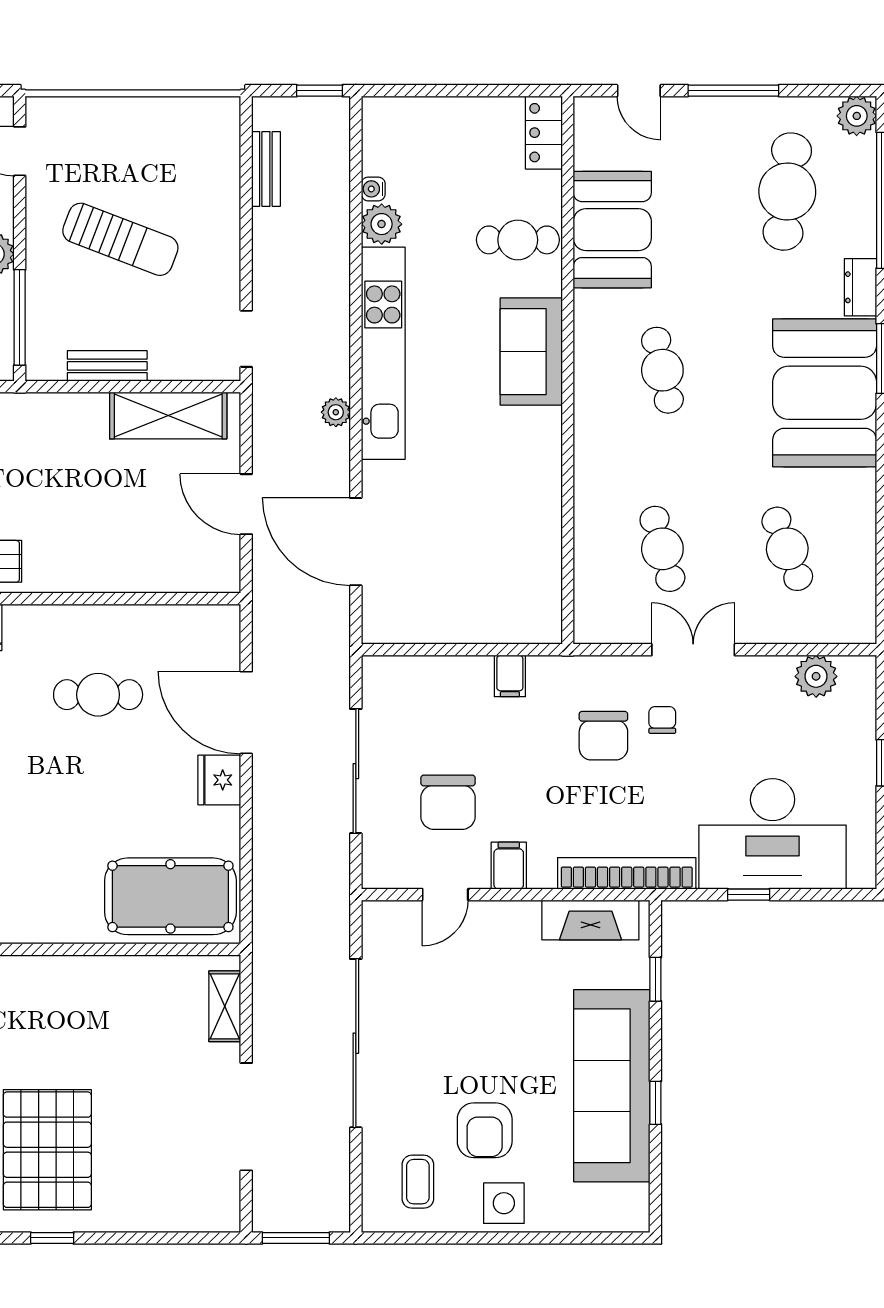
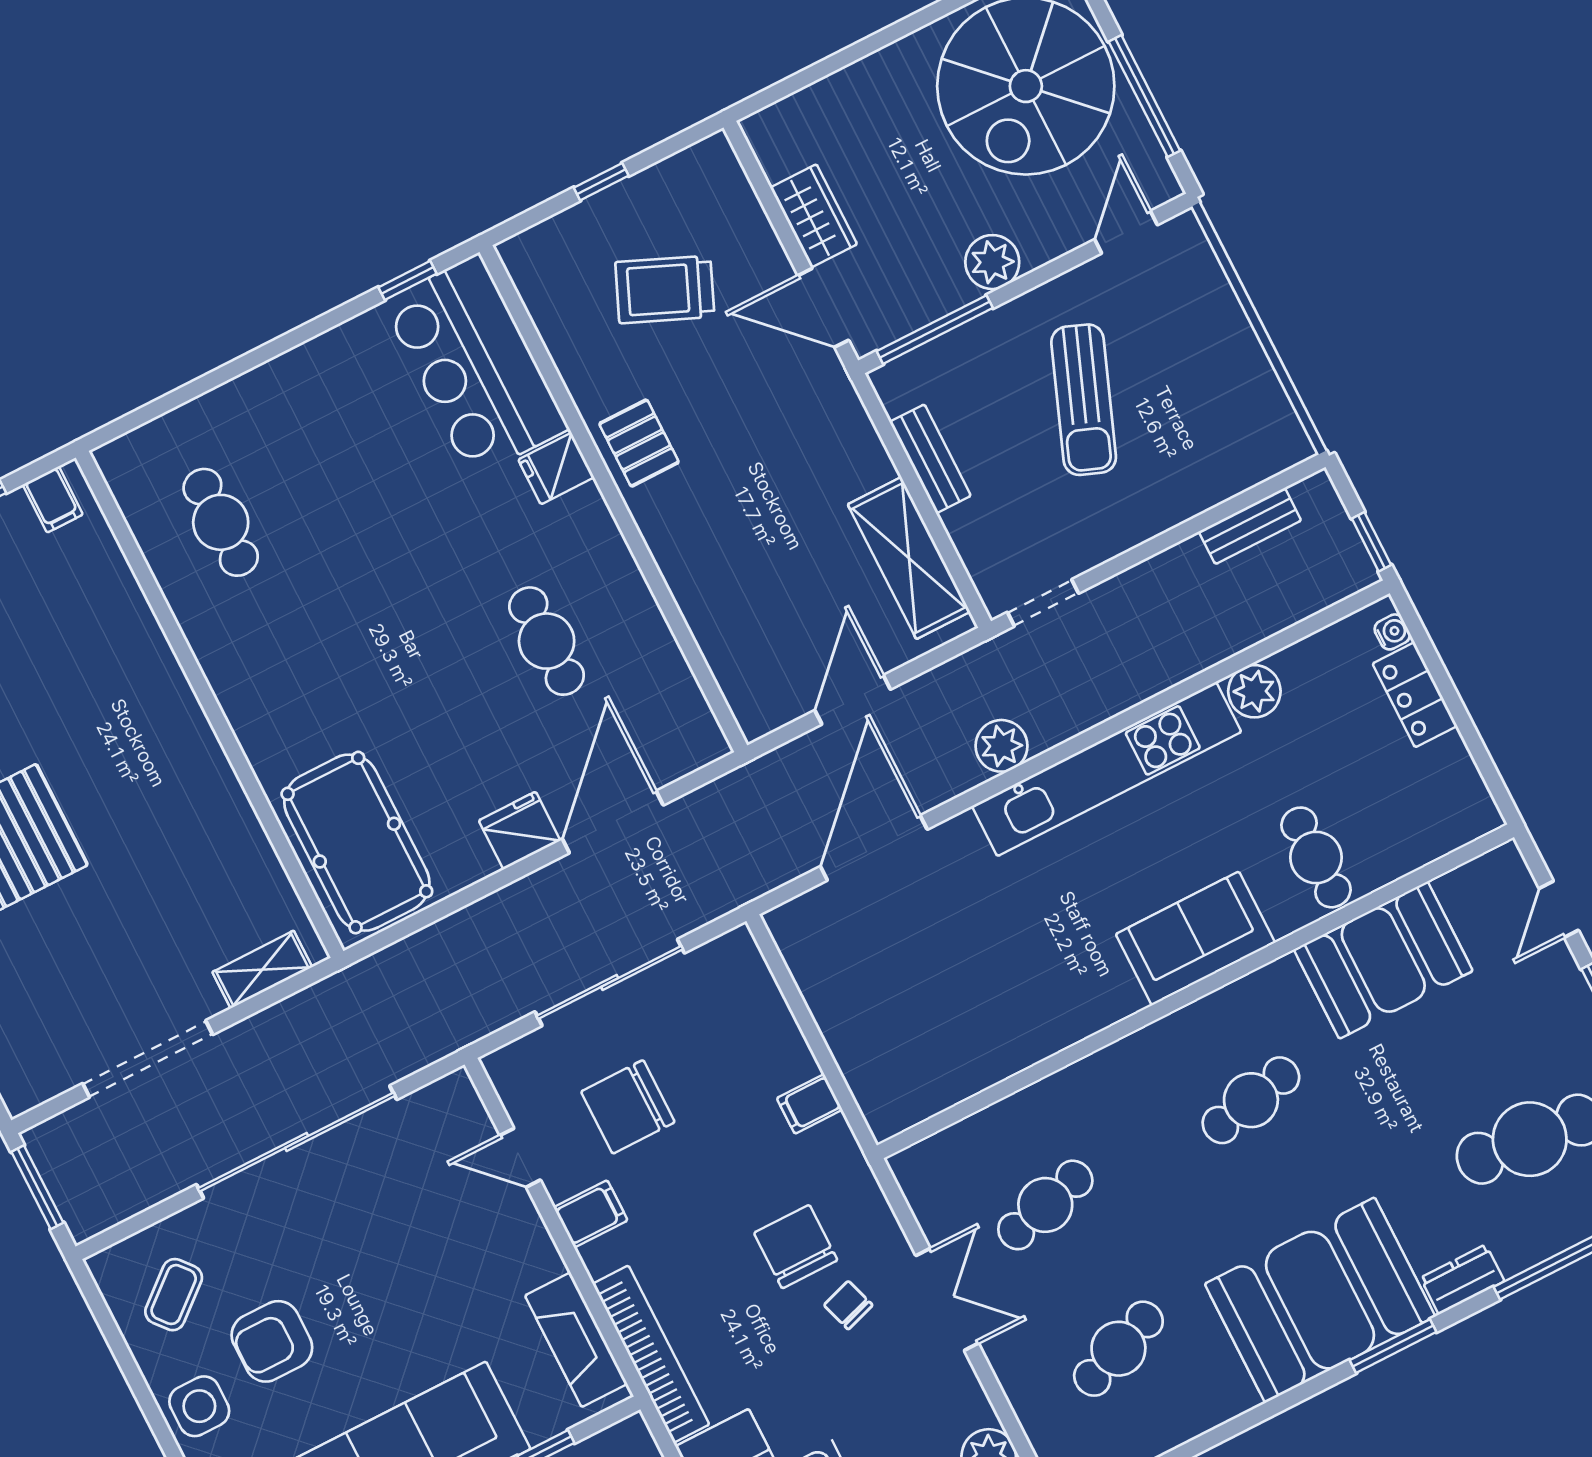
locker: (544, 133) -> (1415, 695), moved, turned -90
water cooler: (373, 189) -> (1392, 632), moved, turned 90
plant: (336, 412) -> (1001, 746), width x1.38, depth x1.38
chair: (662, 720) -> (848, 1305), turned -108
chair: (603, 736) -> (796, 1247), turned 90
coffee table: (418, 1182) -> (174, 1295), turned -40

